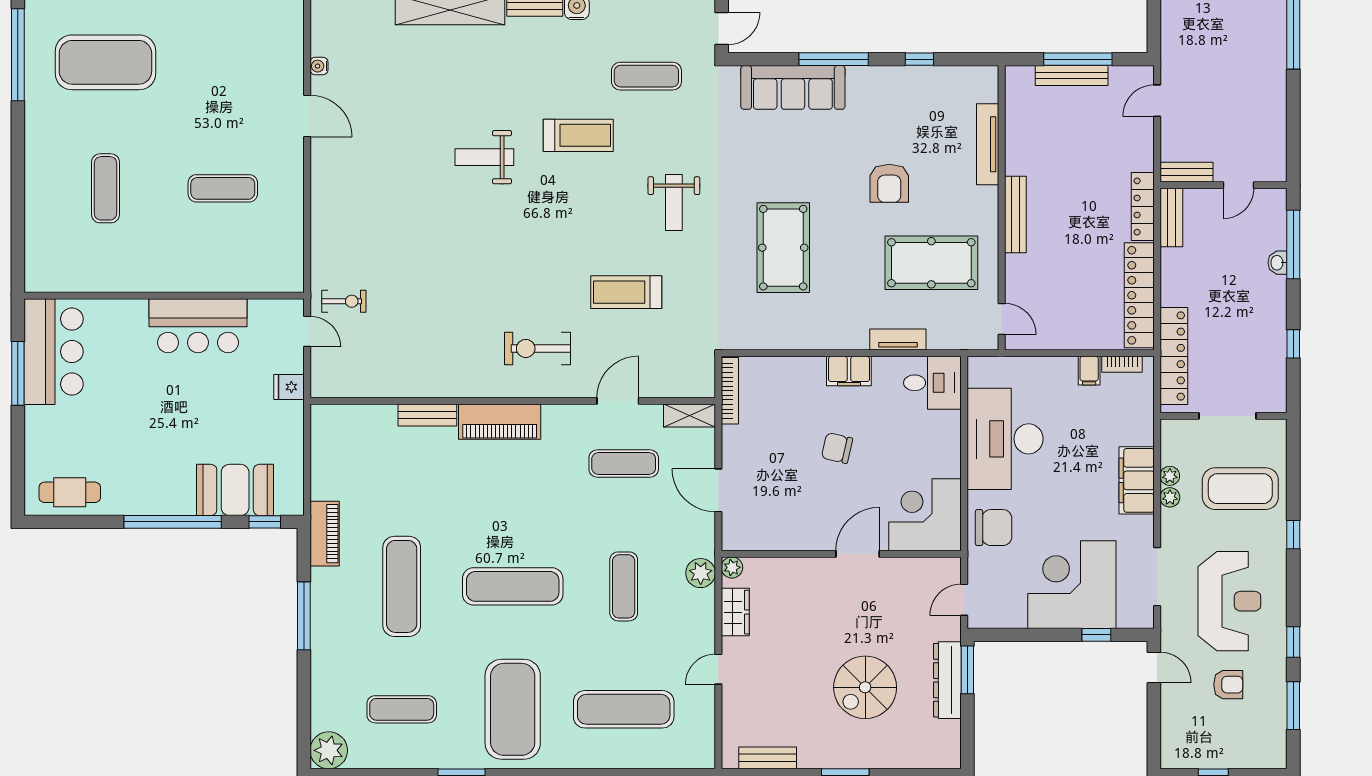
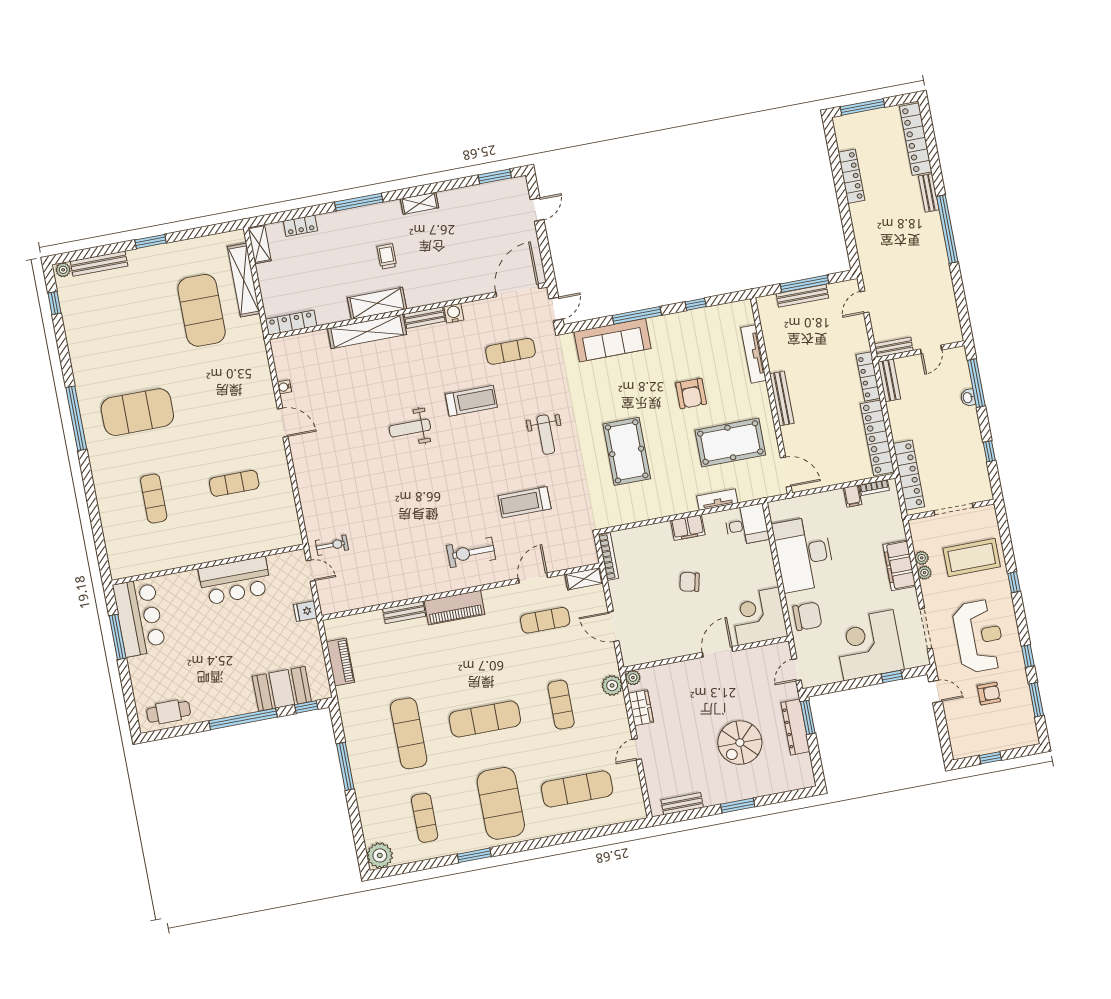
door: (1002, 319) -> (786, 472), width x1.38
piano: (325, 534) -> (340, 662), moved
exercise mat: (402, 709) -> (425, 818), turned 90

